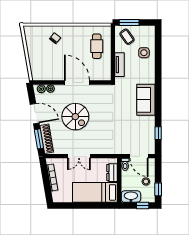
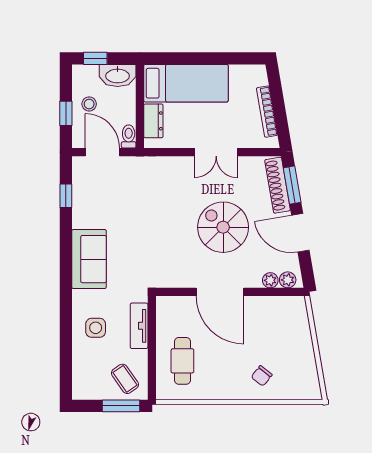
side table: (144, 53) -> (96, 328), moved
double door: (79, 156) -> (216, 152), swing flipped
window: (158, 189) -> (66, 113), moved

